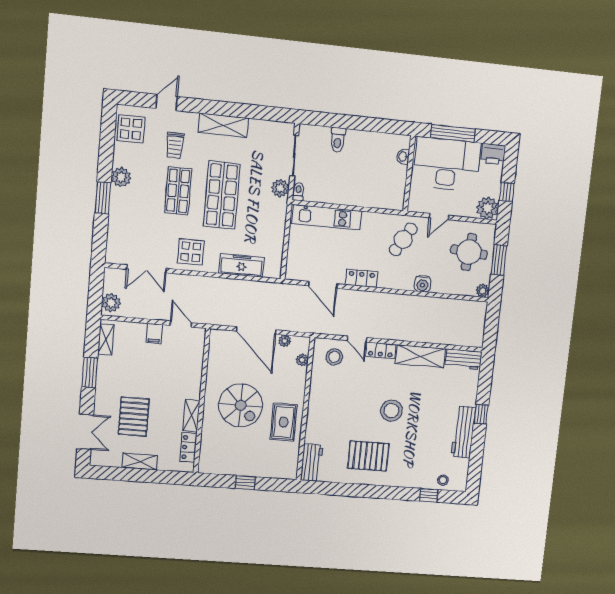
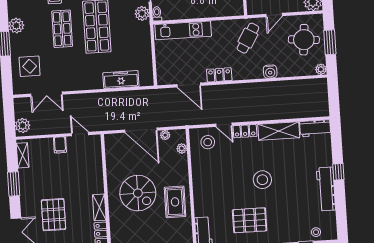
display table: (191, 252) -> (30, 66), moved

